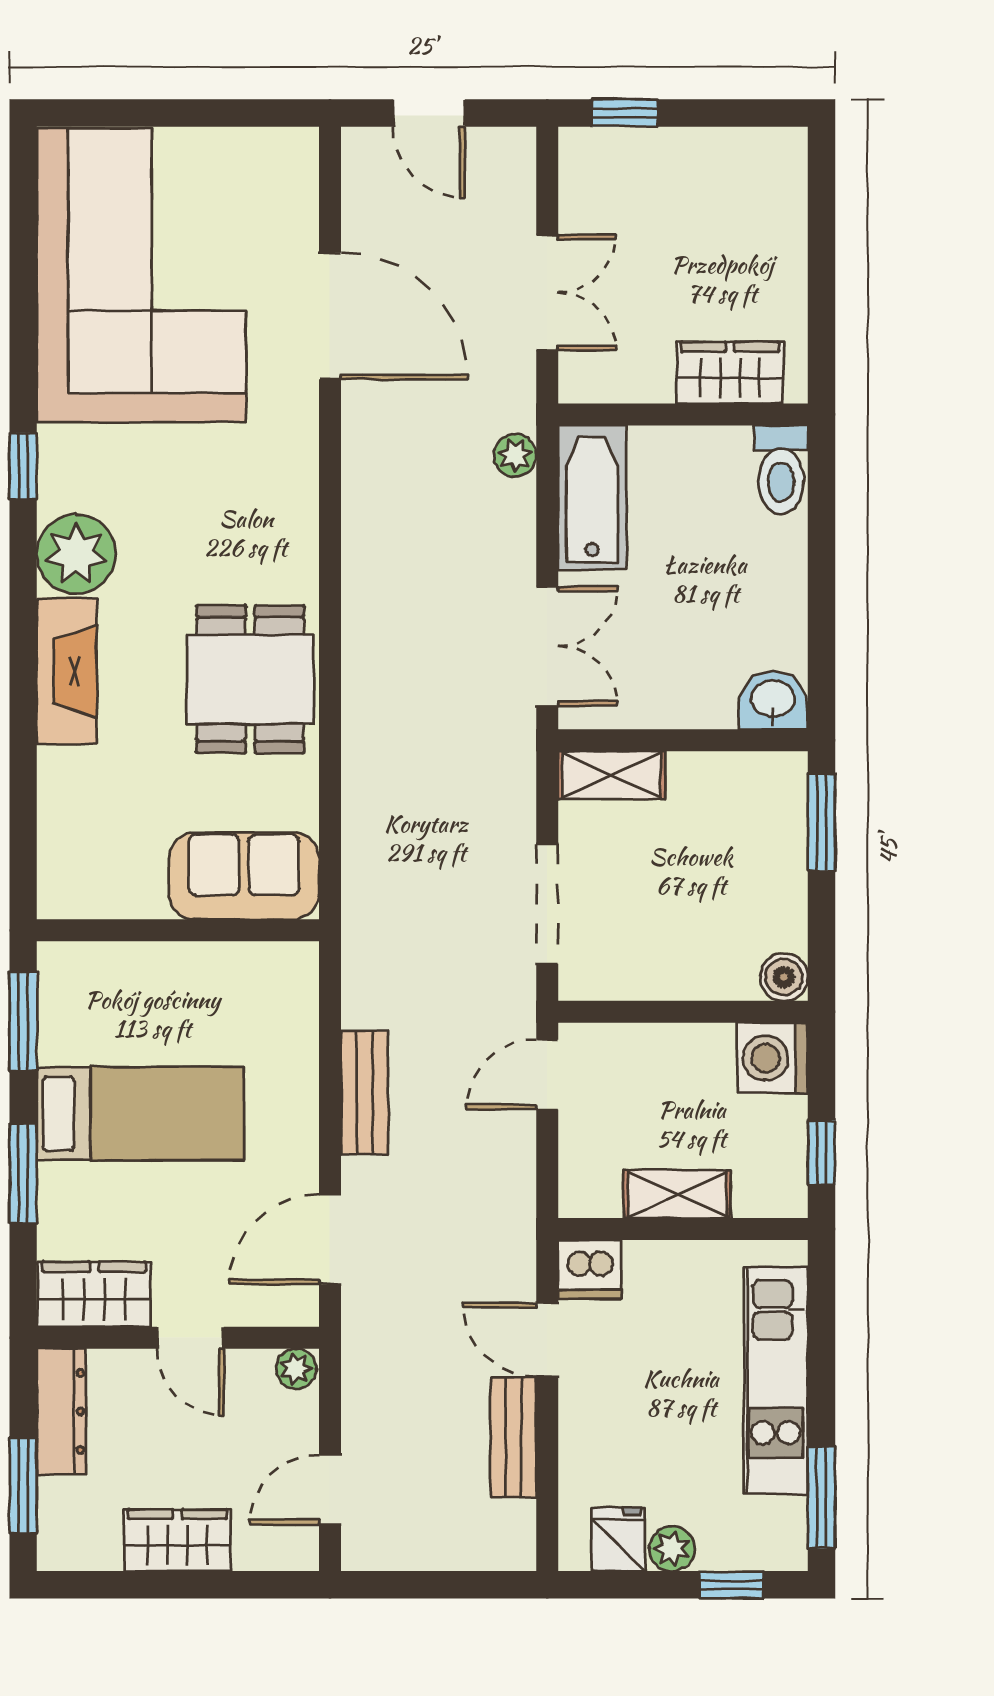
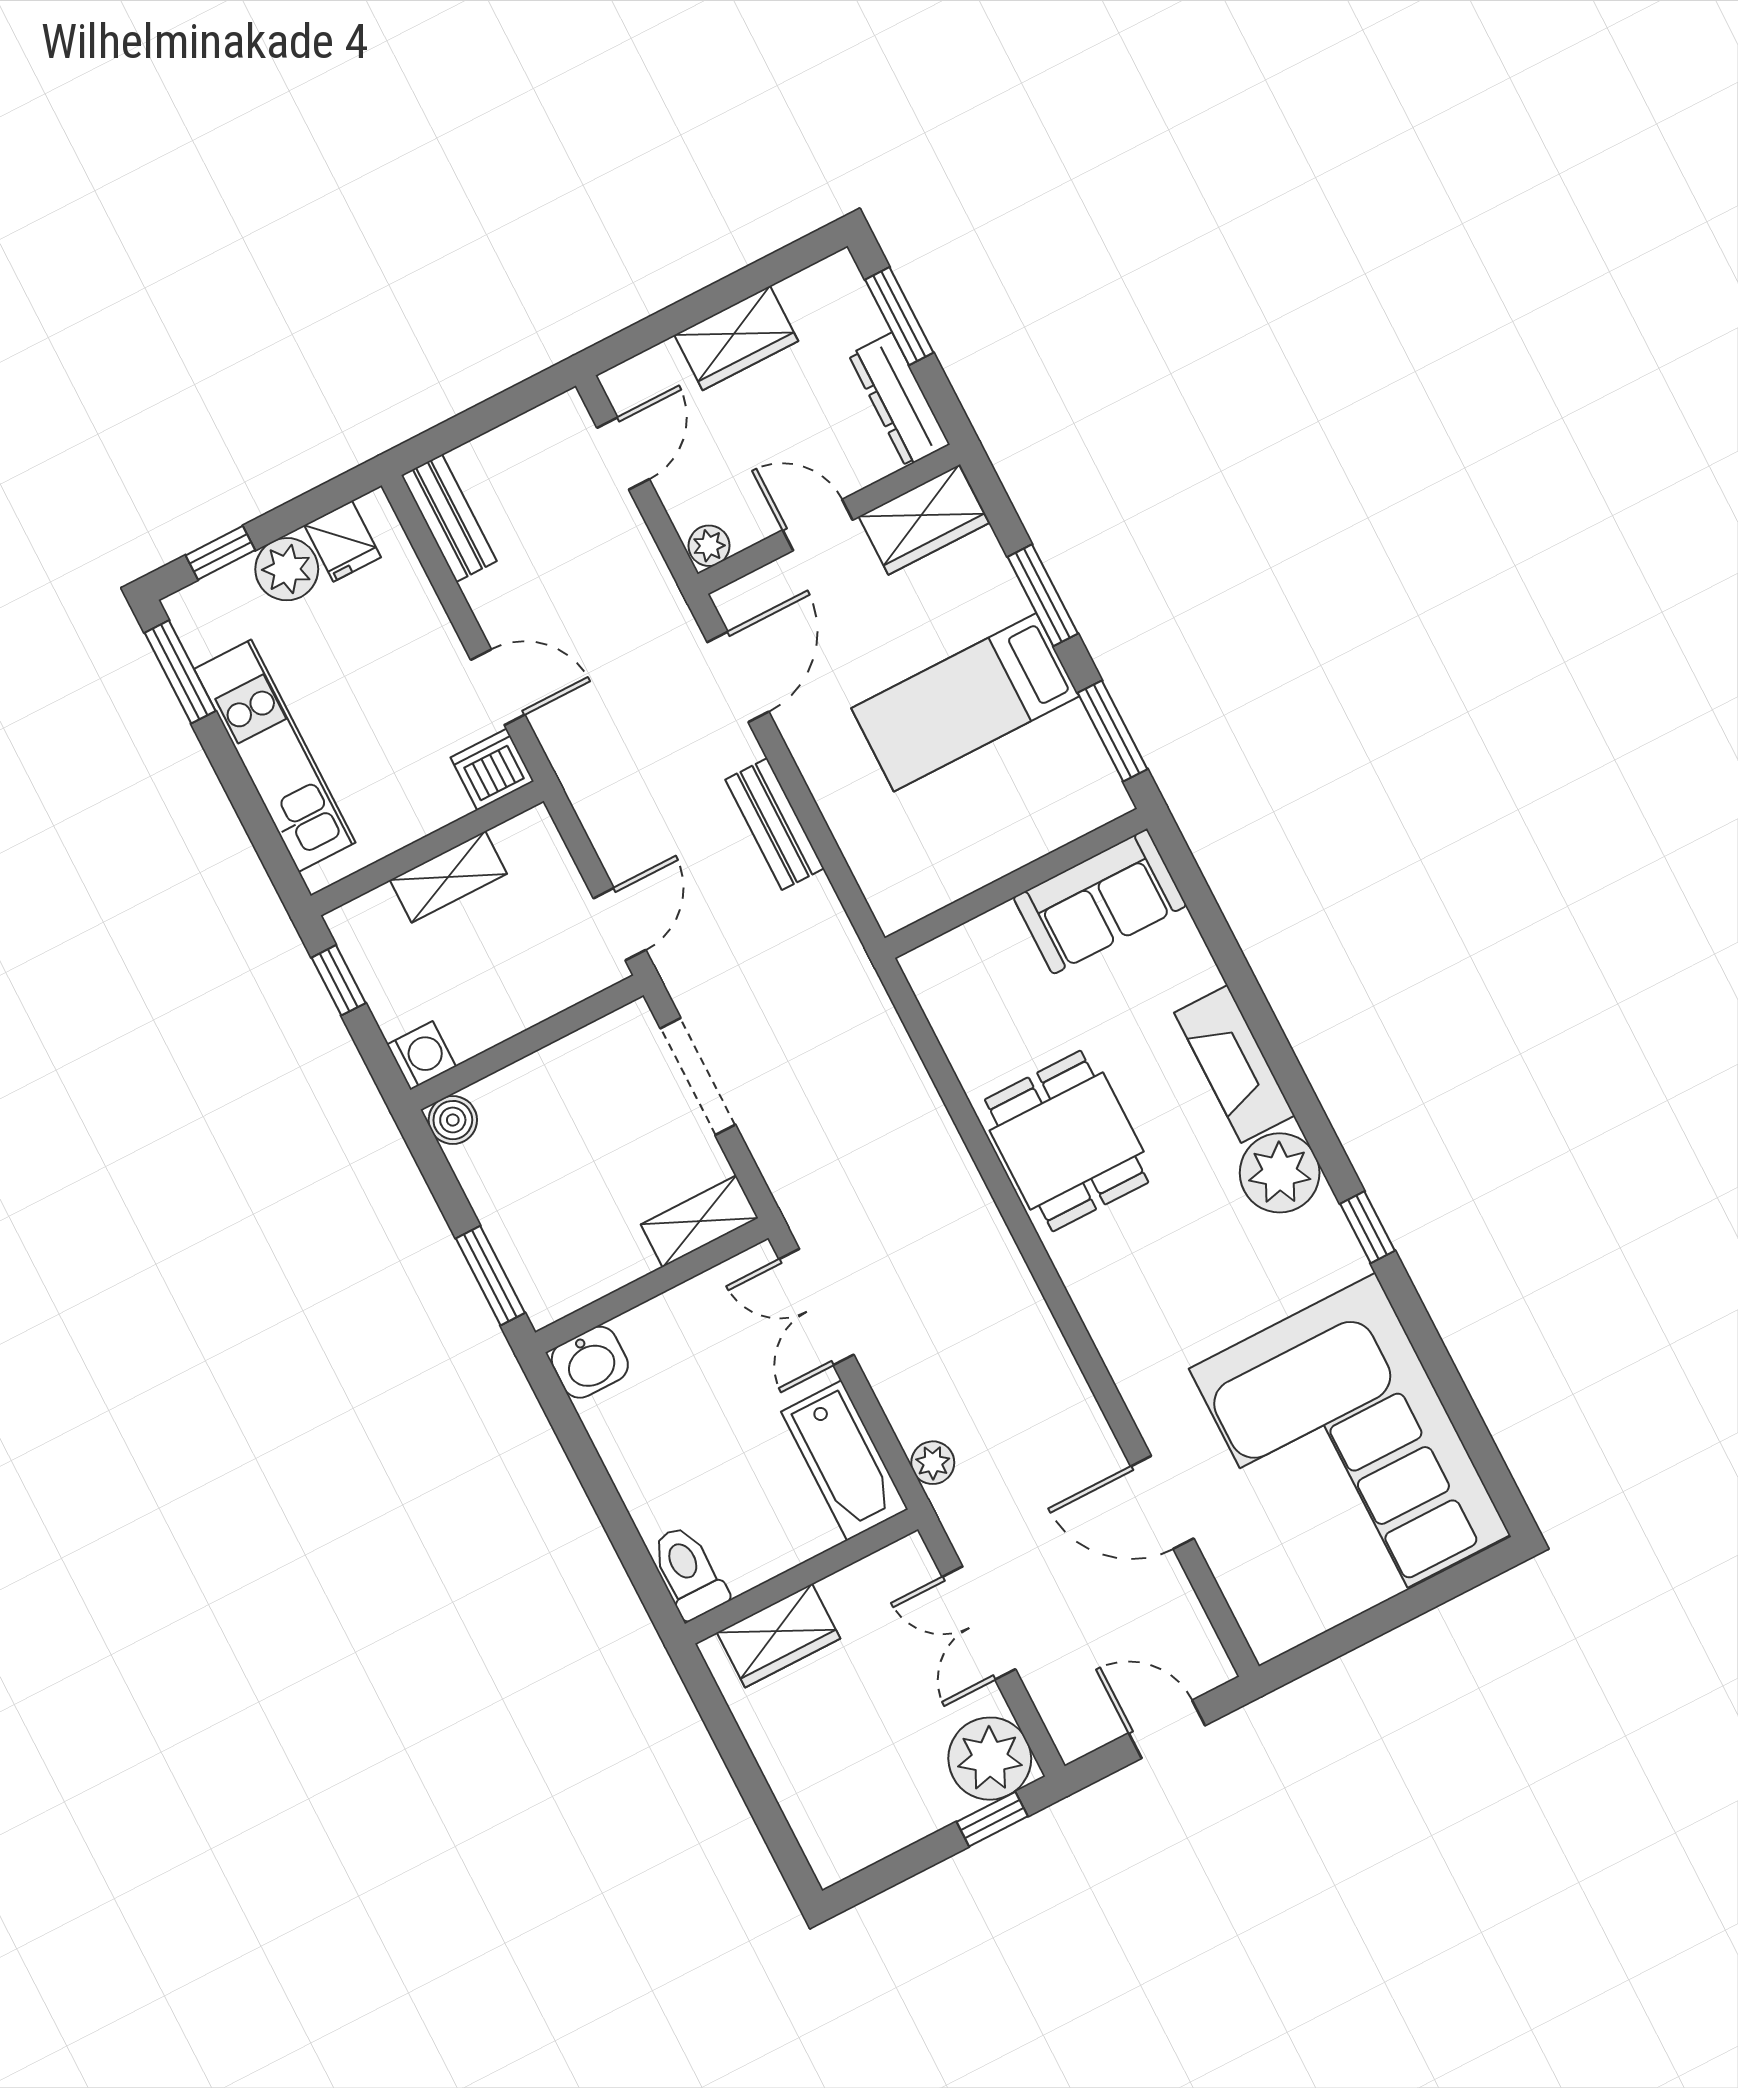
plant: (599, 168) -> (990, 1759), added
door: (330, 316) -> (1162, 1502), width x0.73
sofa: (244, 876) -> (1100, 901), moved
washing machine: (773, 1058) -> (422, 1055), width x0.73, depth x0.73
bench: (513, 1437) -> (449, 518), moved
plant: (672, 1549) -> (287, 569), width x1.38, depth x1.38

